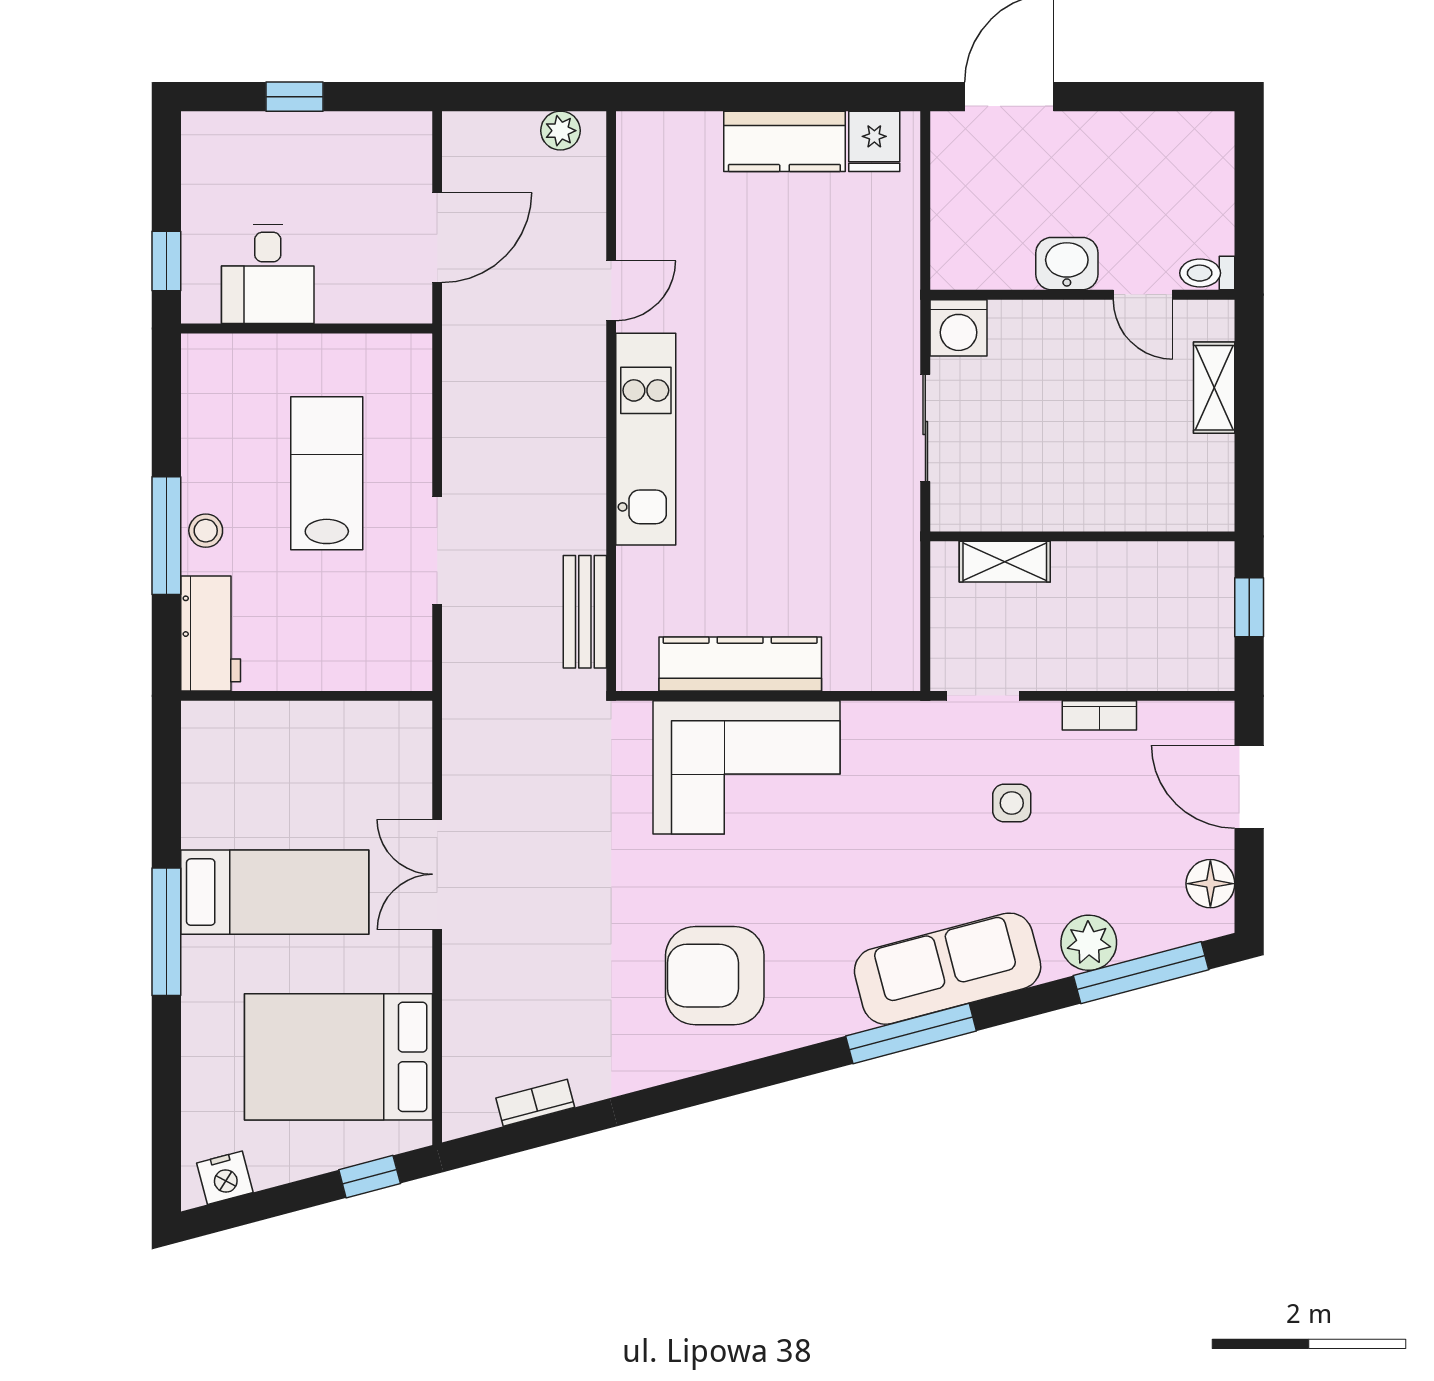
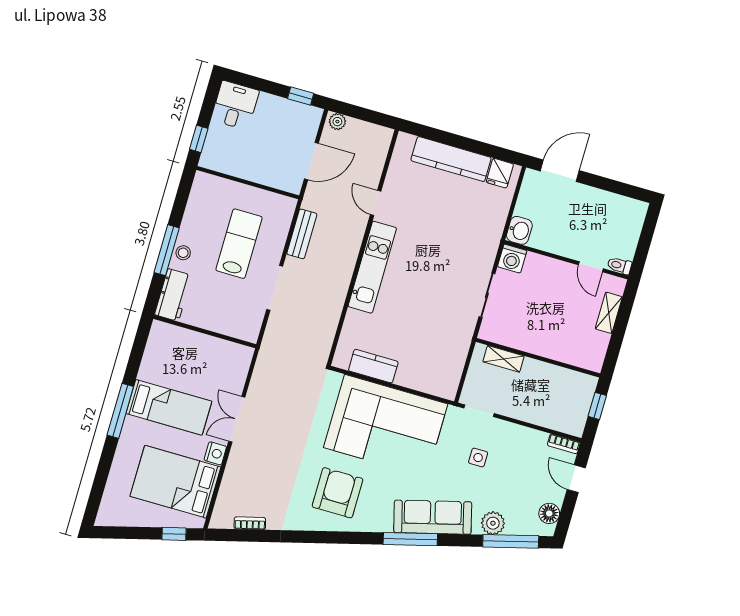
window: (294, 97) -> (301, 96), moved
plant: (560, 131) -> (337, 122), moved
kitchen counter: (784, 141) -> (451, 159), width x1.50
washbasin: (1067, 264) -> (519, 230), moved, turned 90
desk: (268, 274) -> (235, 105), moved, turned 180
door: (611, 291) -> (376, 203), swing flipped
bench: (585, 612) -> (302, 234), moved
kitchen counter: (740, 664) -> (373, 366), width x0.67
bookcase: (1099, 715) -> (564, 444), moved
corner sofa: (746, 767) -> (386, 426), width x1.36, depth x1.36
door: (1249, 787) -> (576, 479), width x0.73
armchair: (715, 976) -> (337, 493), turned 90
nightstand: (225, 1178) -> (215, 453), moved, turned -75

